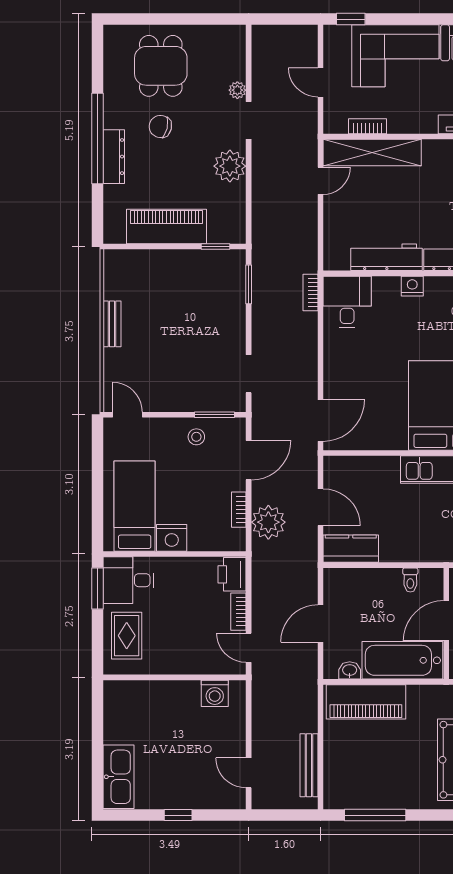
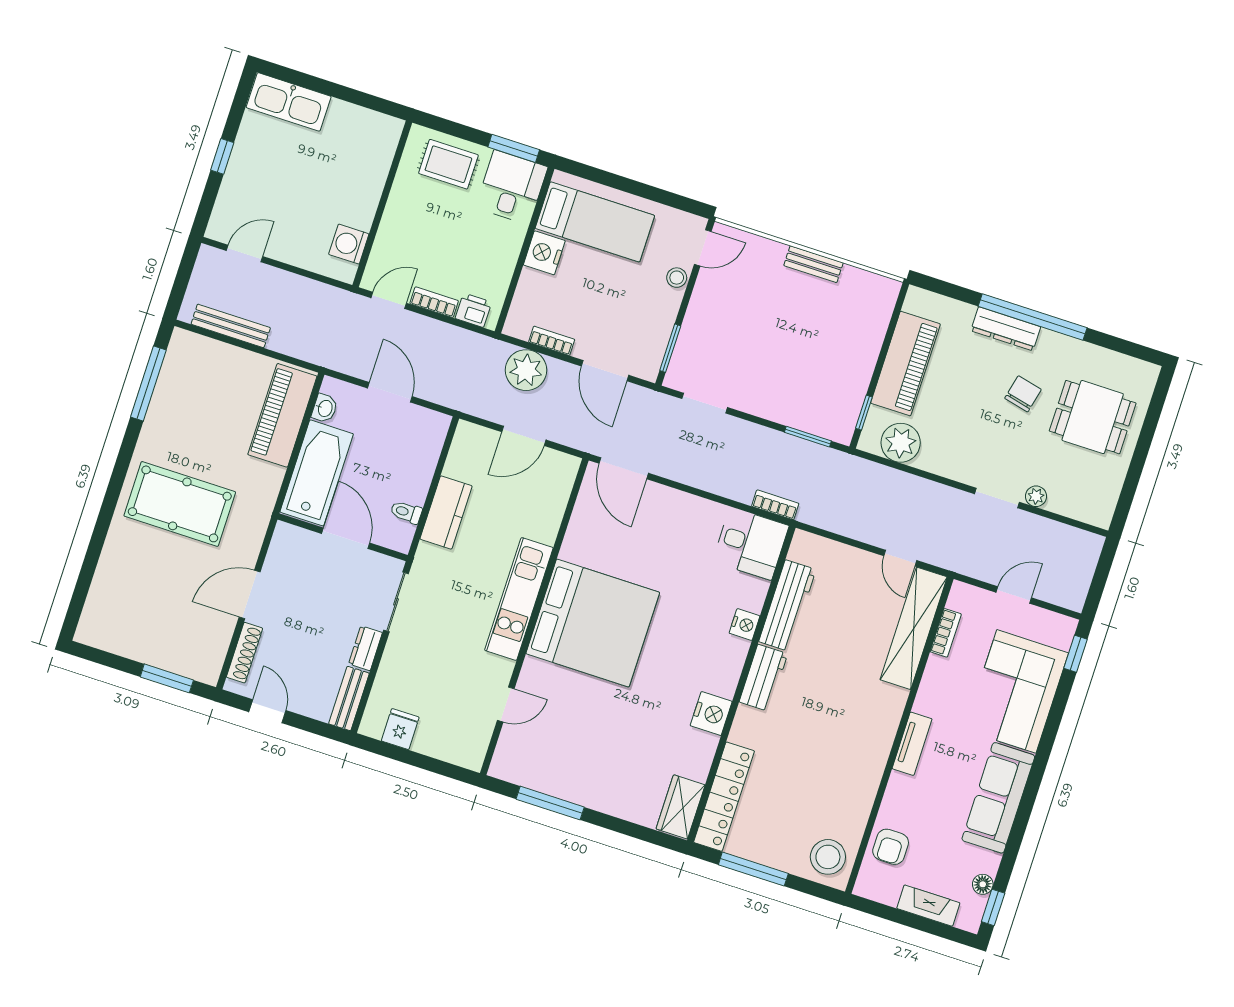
plant: (230, 166) -> (901, 443), moved
stool: (196, 437) -> (677, 278), moved
kitchen counter: (351, 549) -> (446, 513), moved
printer: (232, 574) -> (473, 310), width x0.73, depth x0.81

